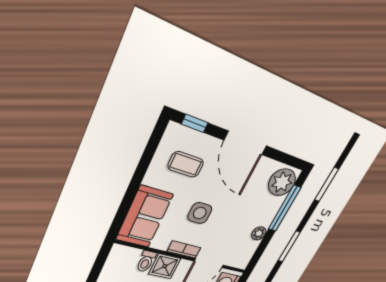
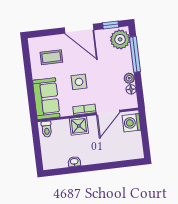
window: (195, 123) -> (111, 25), moved
floor lamp: (252, 247) -> (131, 89), added
toilet: (146, 261) -> (47, 129), moved

